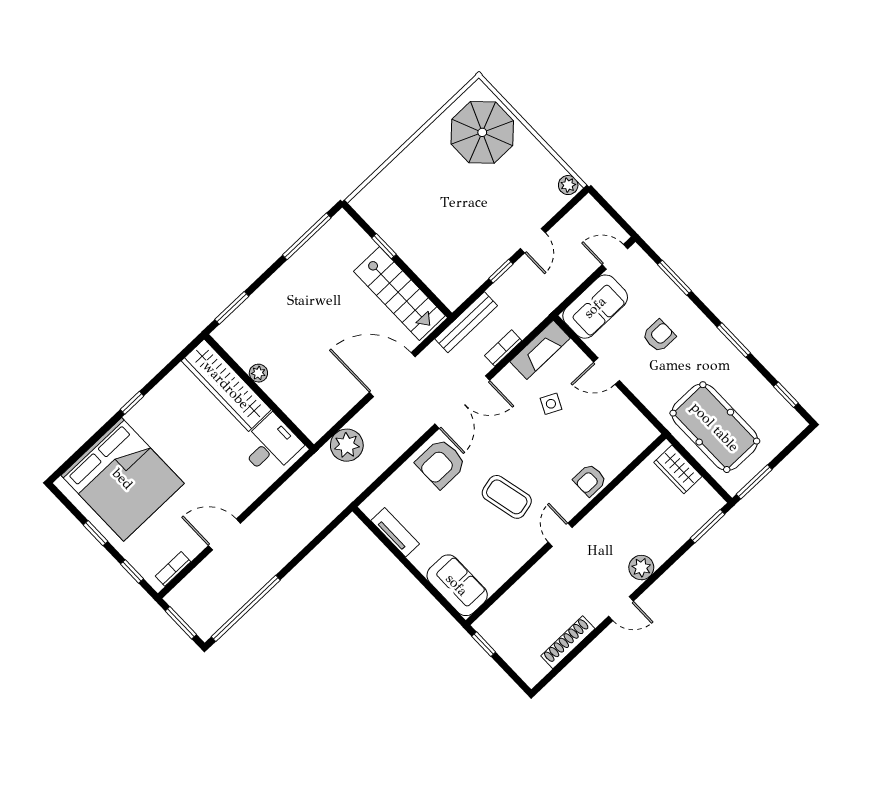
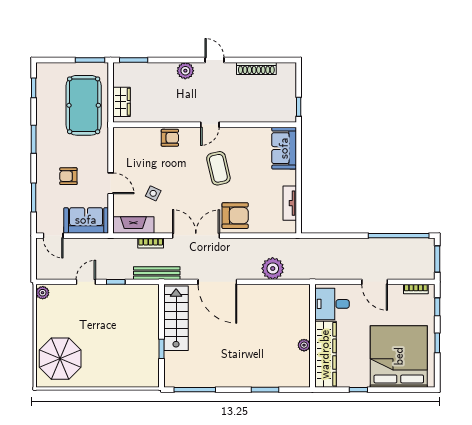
plant: (258, 373) -> (304, 345), moved
wardrobe: (226, 385) -> (325, 354), moved
wall: (259, 392) -> (312, 336), moved
desk: (271, 446) -> (332, 304), moved

